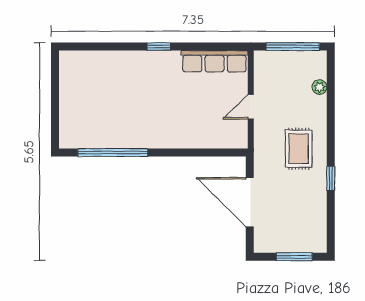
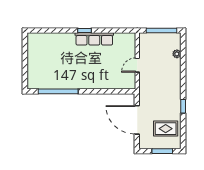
row of seats: (215, 61) -> (94, 39), moved
rug: (299, 149) -> (166, 129), moved, turned 90

